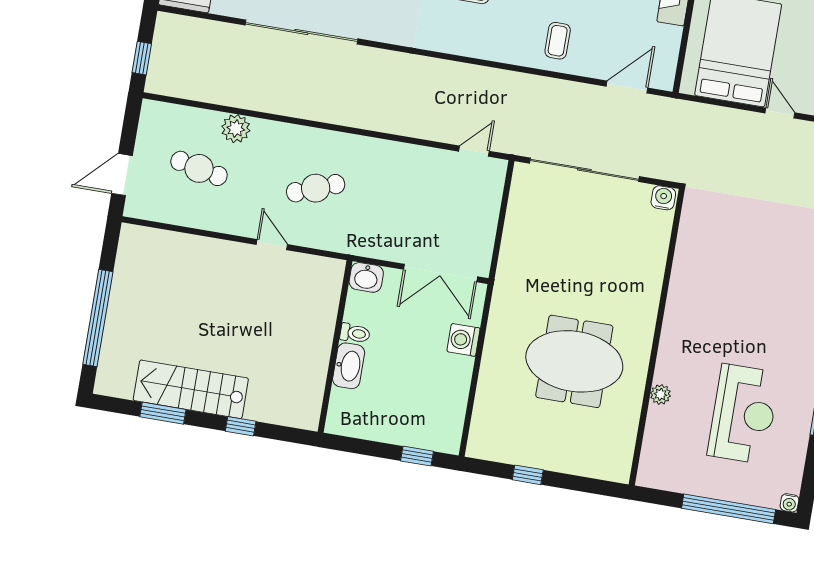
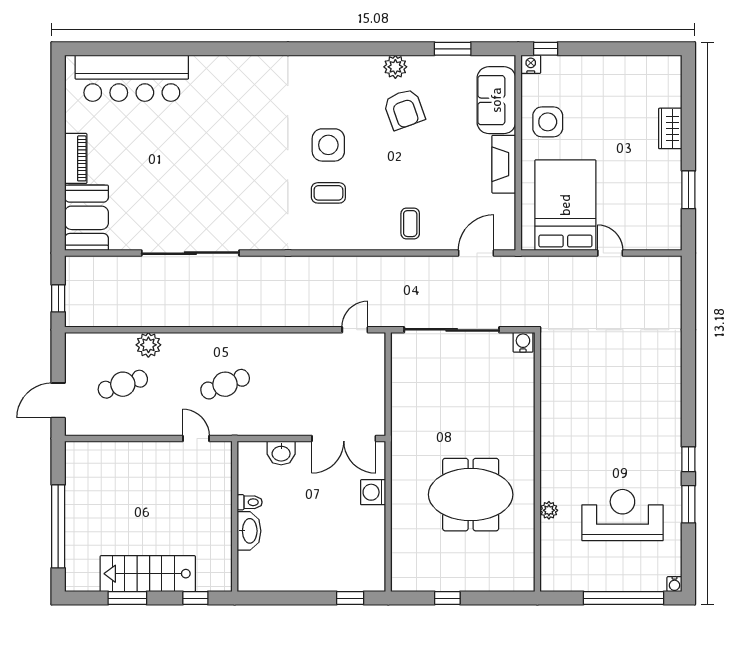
cafe table: (199, 168) -> (123, 384), turned -30
toilet: (355, 333) -> (250, 502), moved
wall: (335, 346) -> (235, 516), moved
washbasin: (349, 366) -> (249, 531), moved
reception desk: (743, 414) -> (622, 515), turned -90

